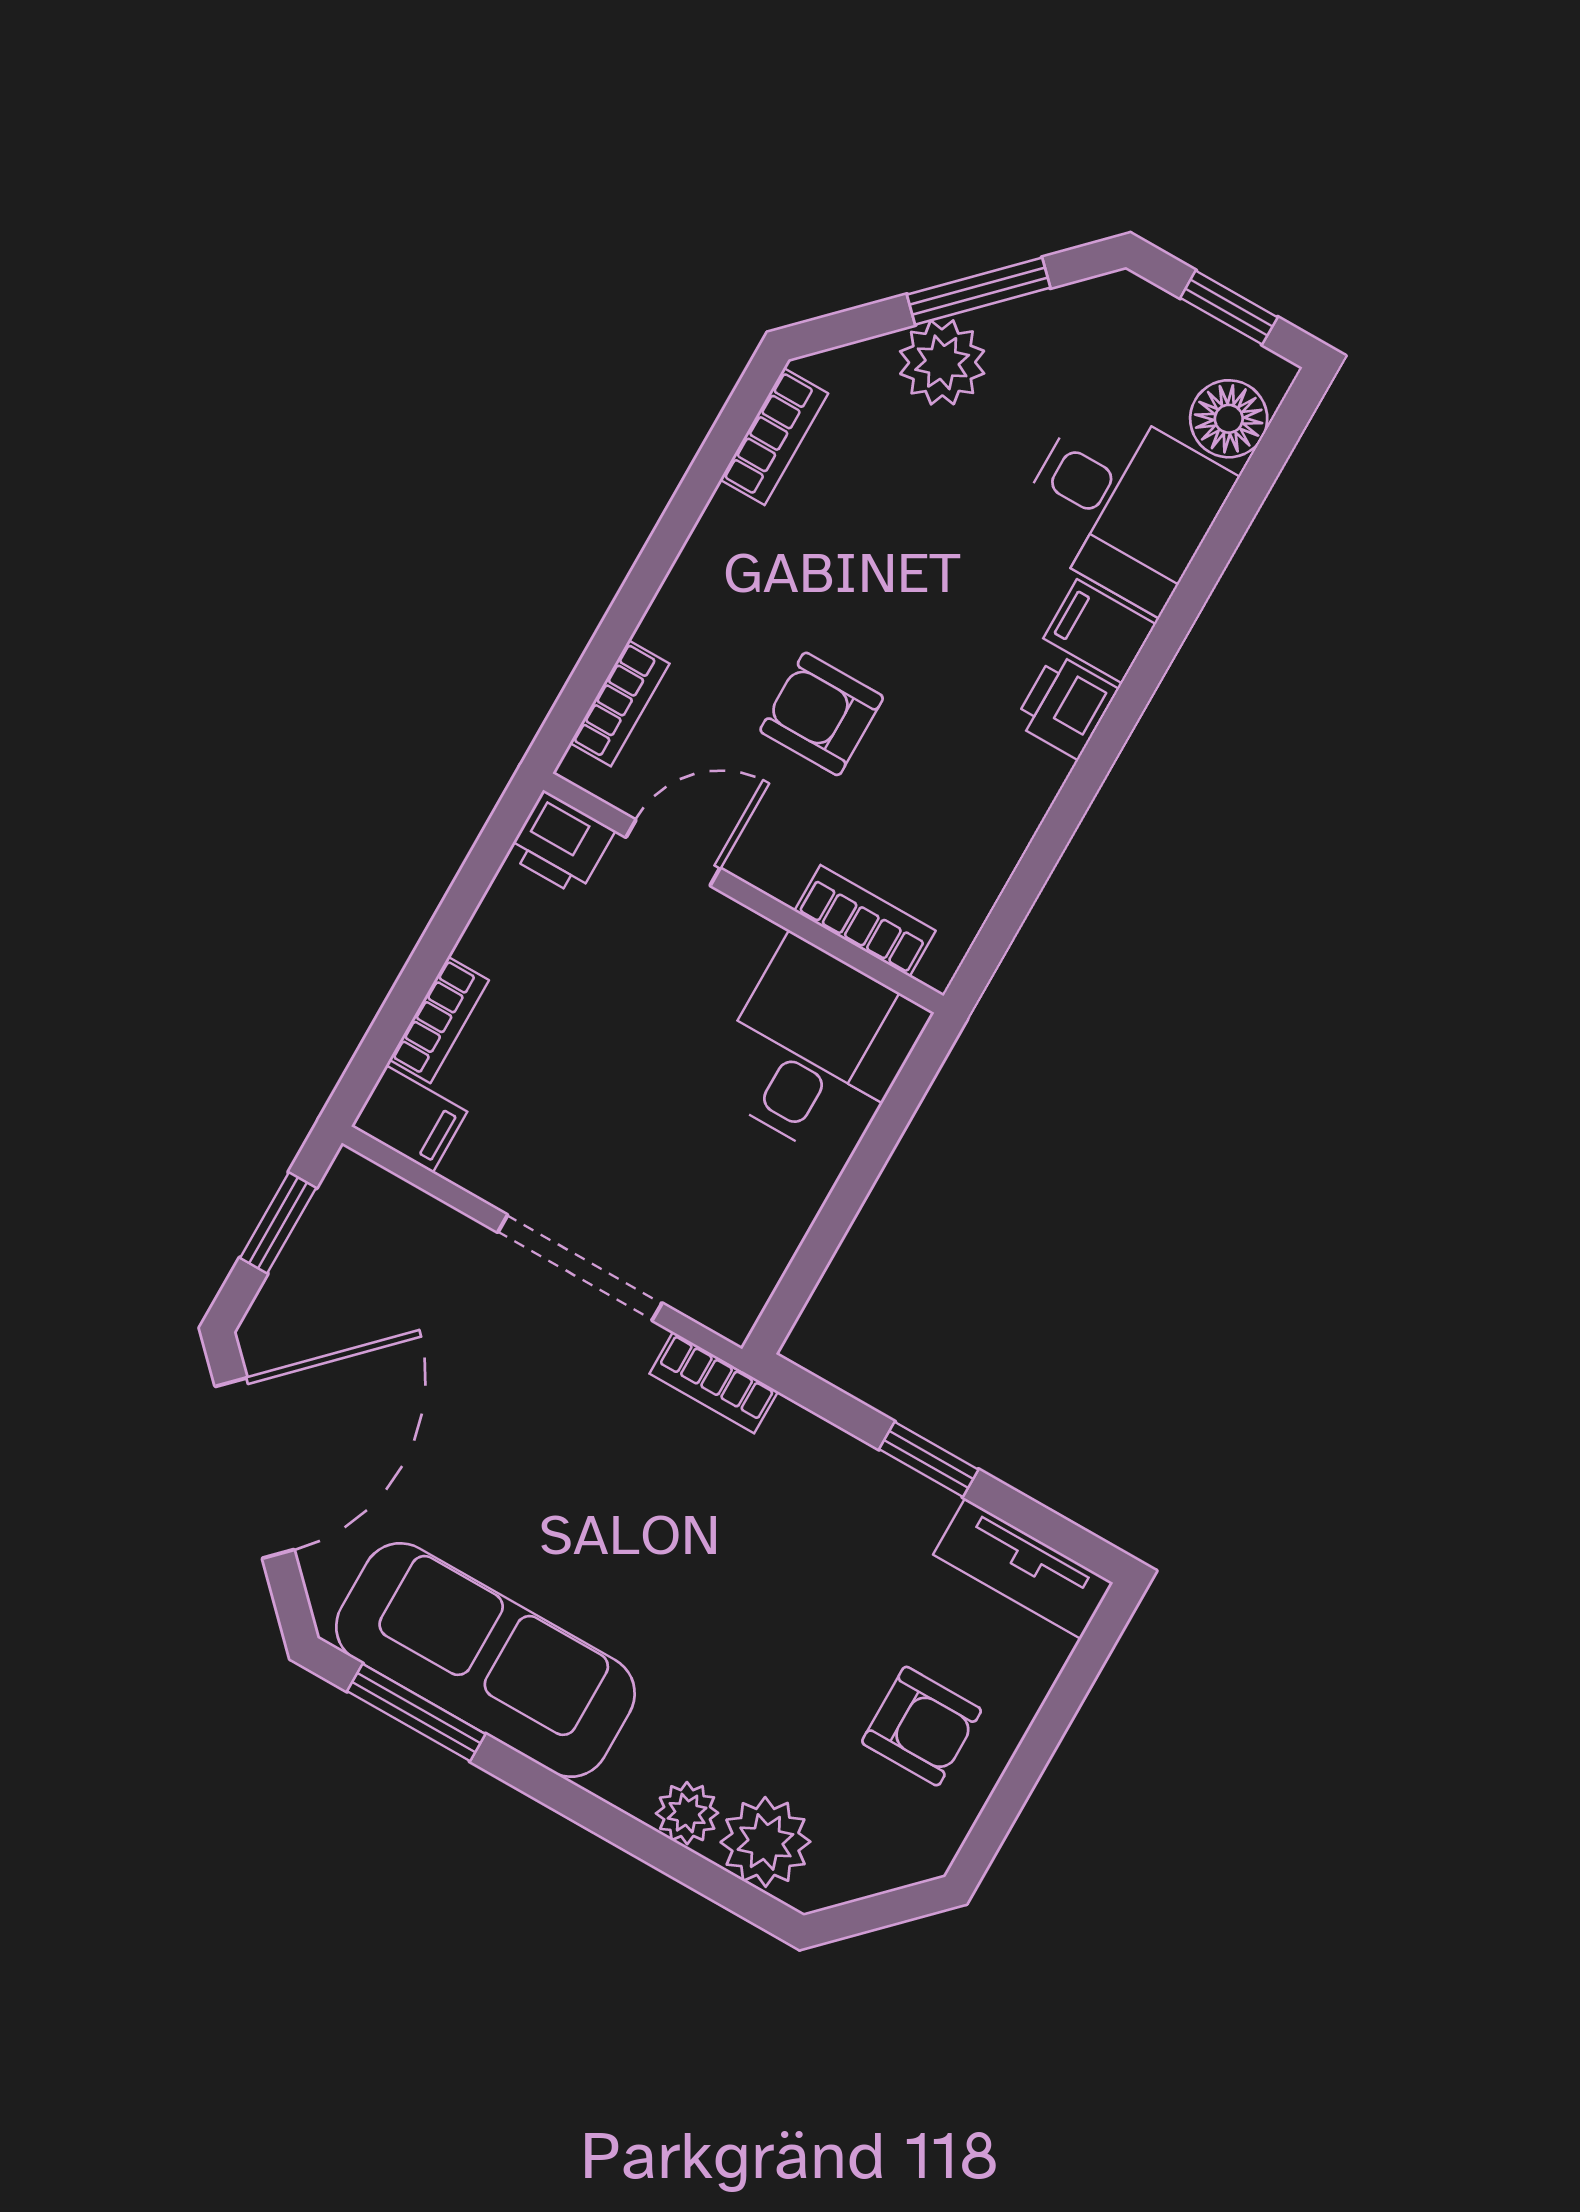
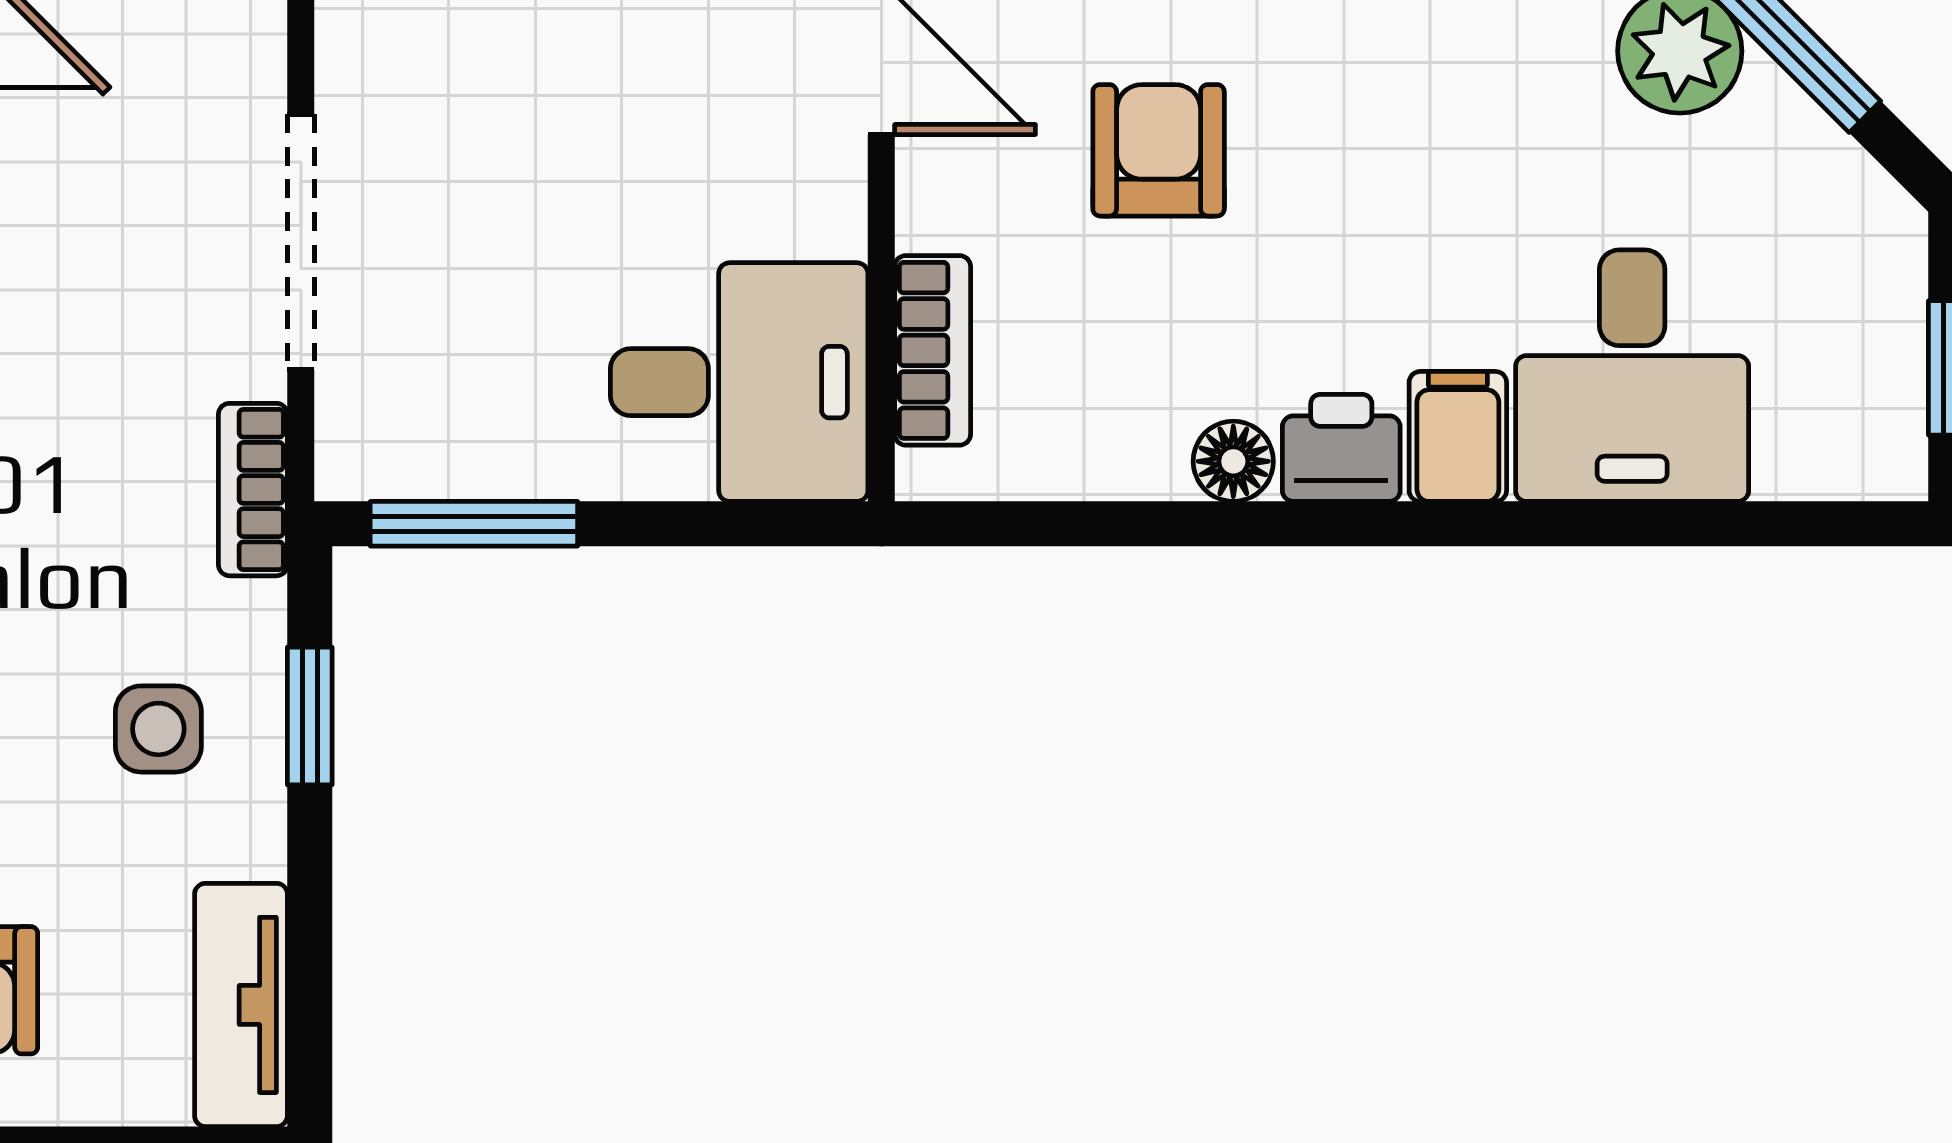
floor lamp: (1229, 419) -> (1233, 461), moved, width x0.73, depth x0.73
window: (811, 1260) -> (474, 524), added
window: (929, 1459) -> (310, 716), moved
side table: (827, 1523) -> (158, 729), added

